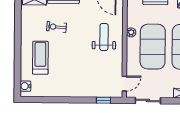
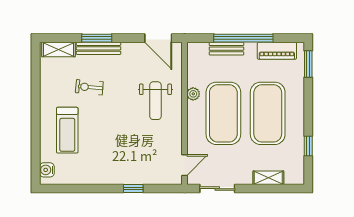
weight bench: (104, 37) -> (155, 101), turned 180
treadmill: (40, 58) -> (67, 130), turned 180
window: (104, 100) -> (133, 189), moved

